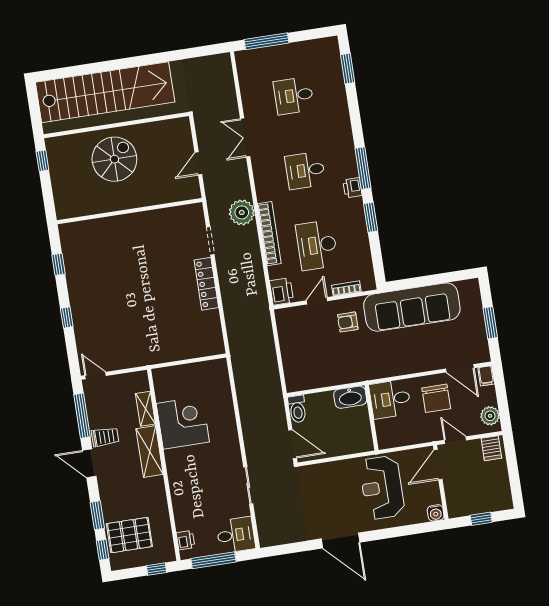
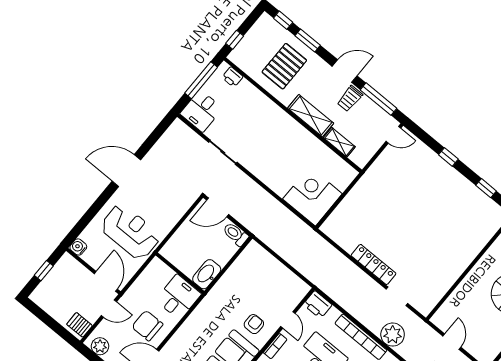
corner desk: (183, 423) -> (312, 196), moved, turned 180
pallet: (129, 535) -> (284, 66), moved

